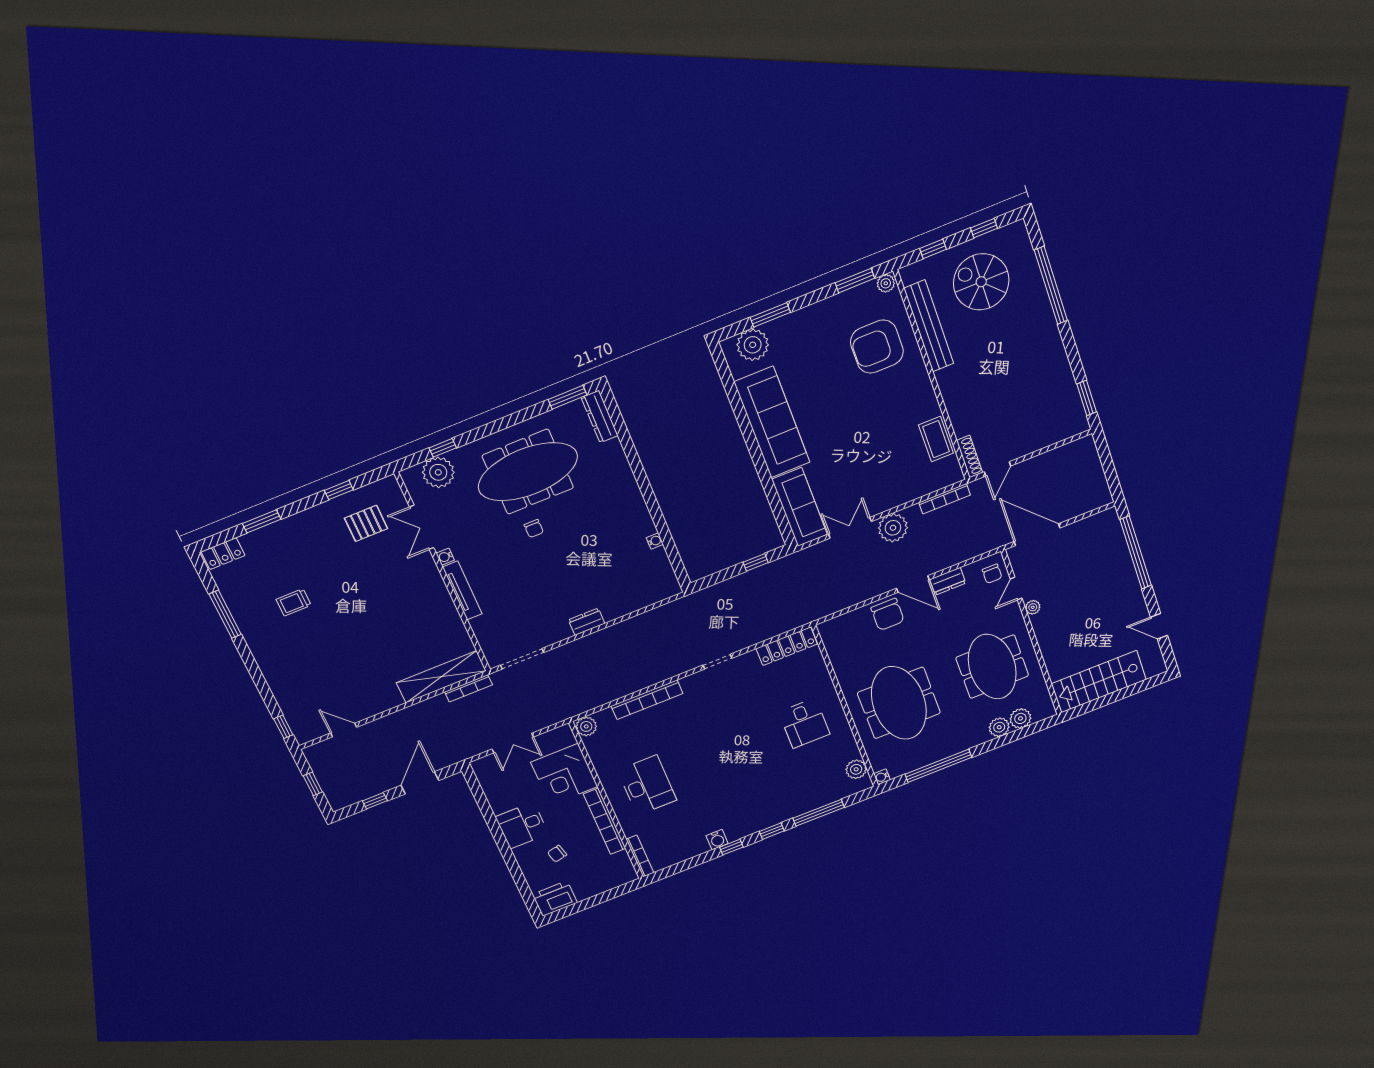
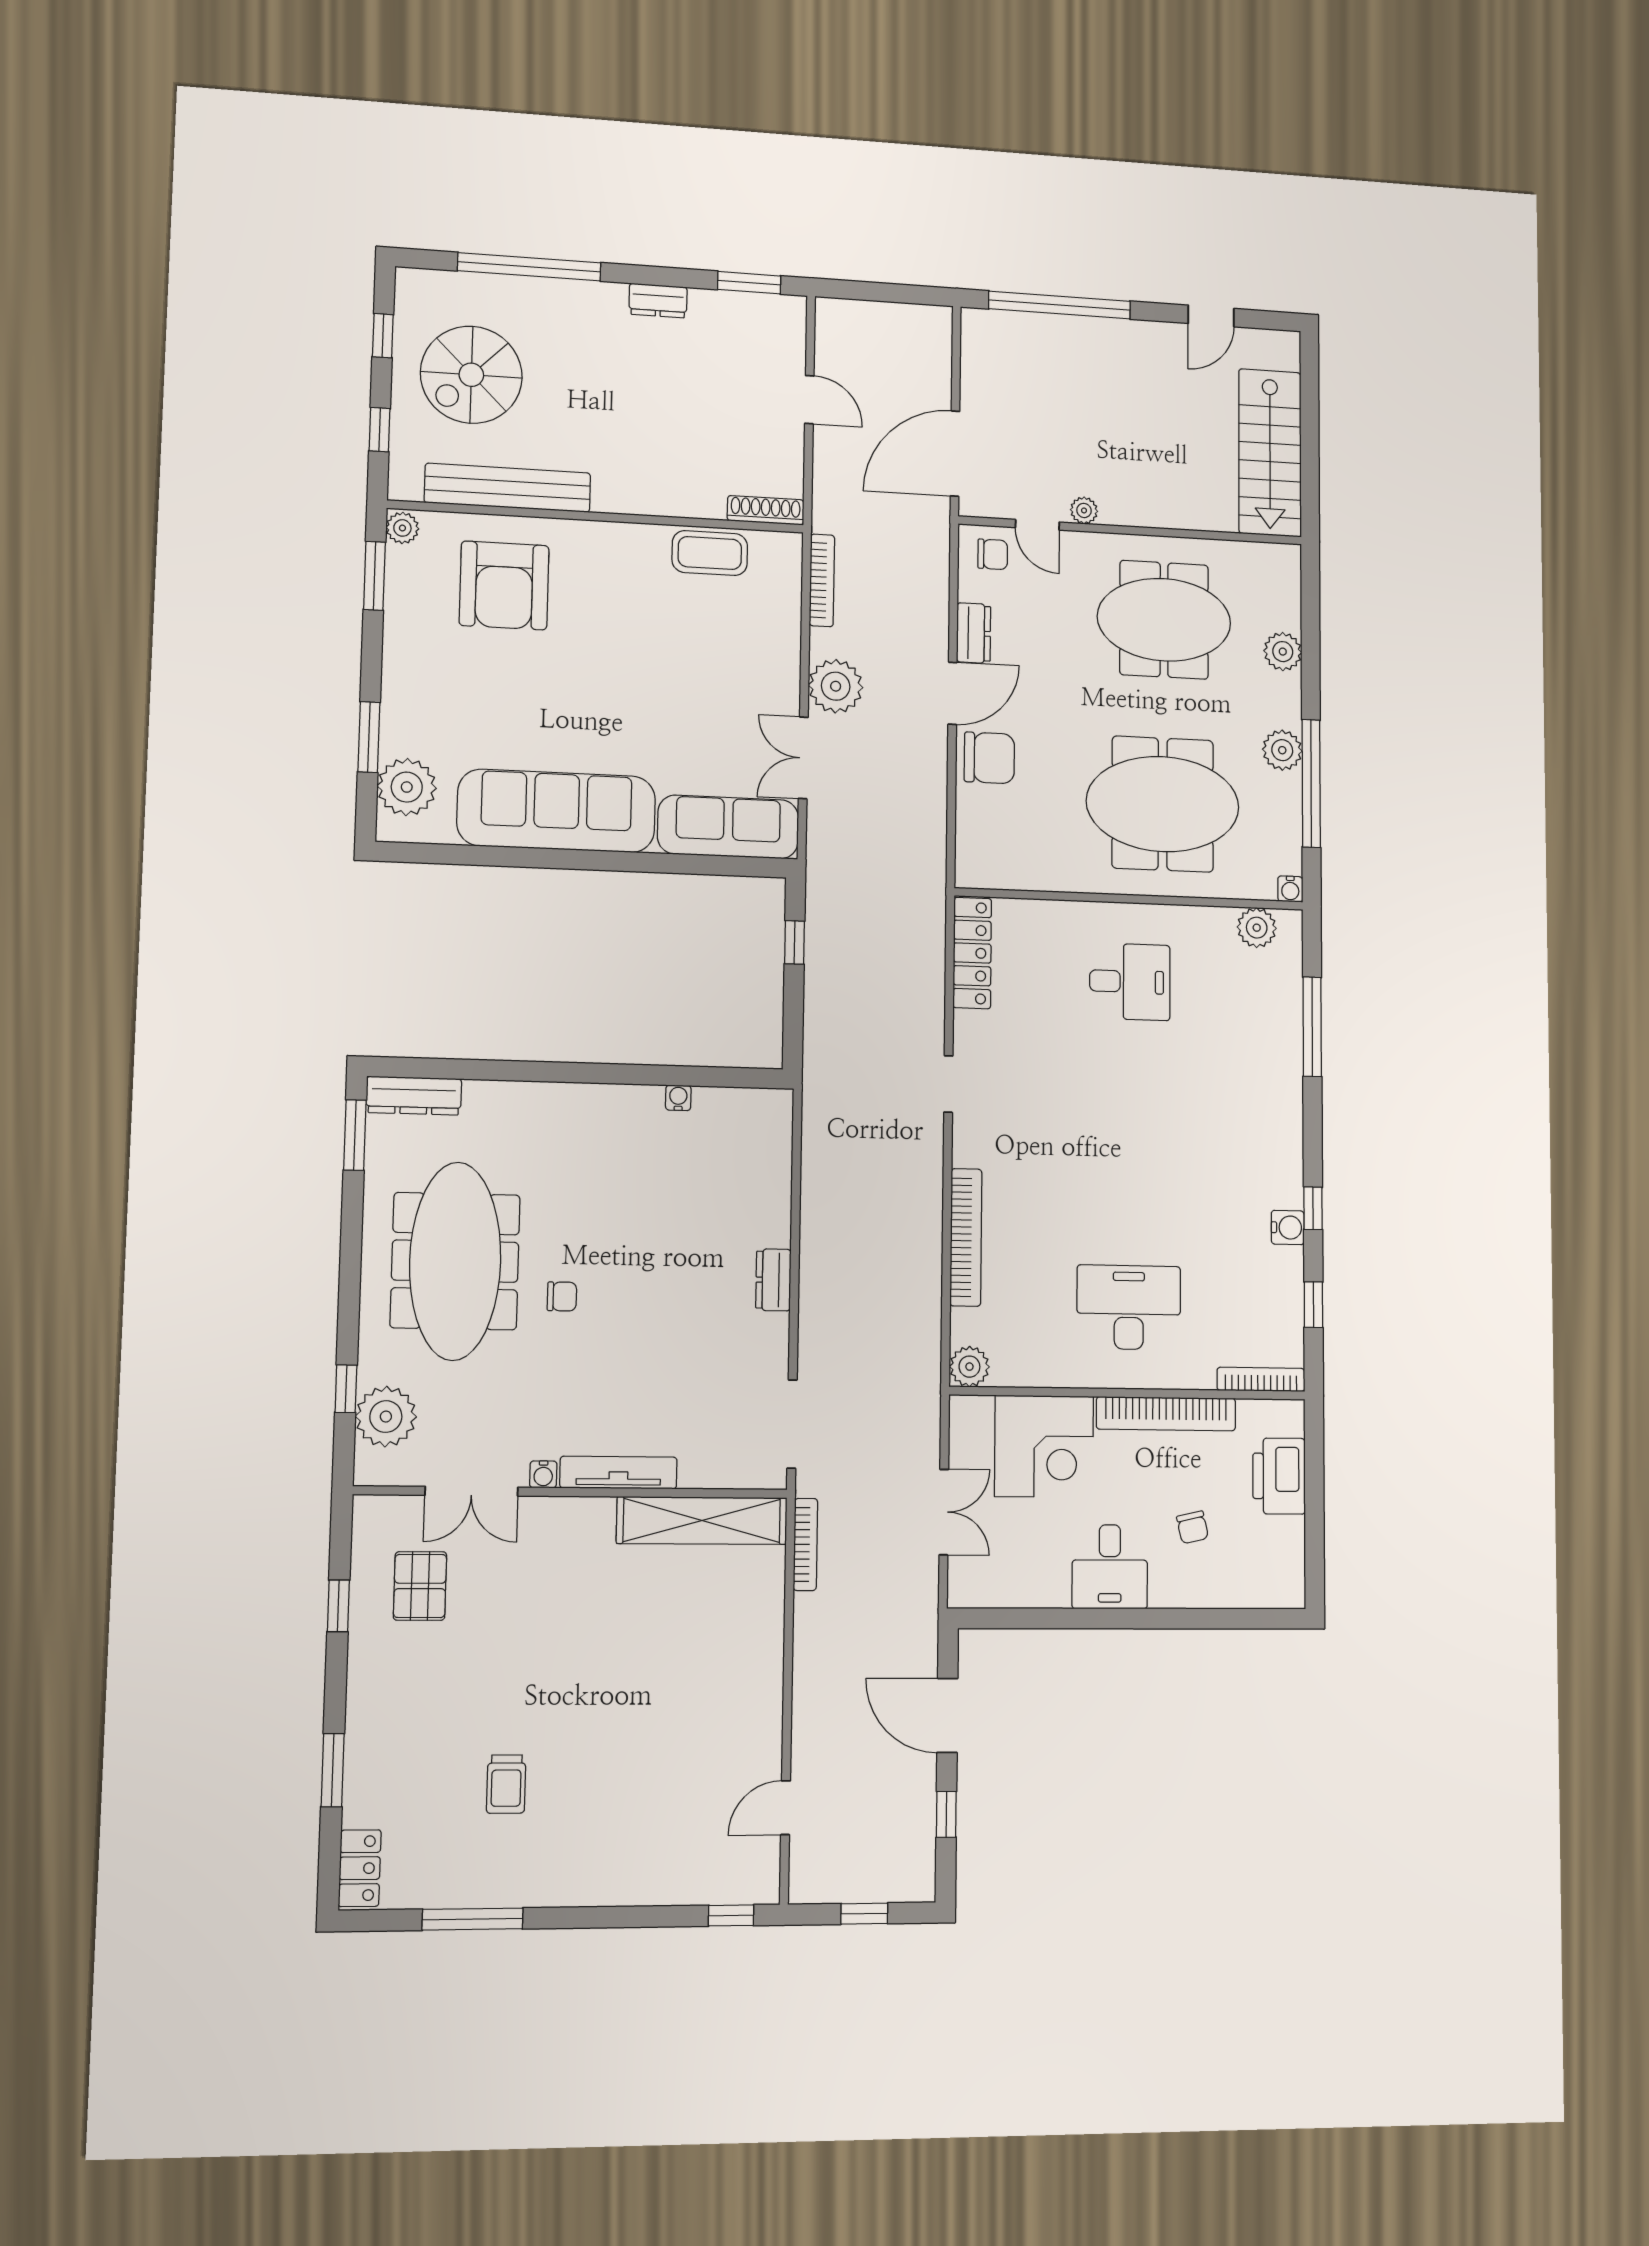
dresser: (1059, 357) -> (658, 301), added
door: (997, 469) -> (809, 400), moved
shelving: (441, 677) -> (702, 1521), moved, turned 90
plant: (1020, 718) -> (1282, 750), moved
window: (772, 831) -> (1313, 1305), moved
printer: (555, 899) -> (1279, 1476), moved

